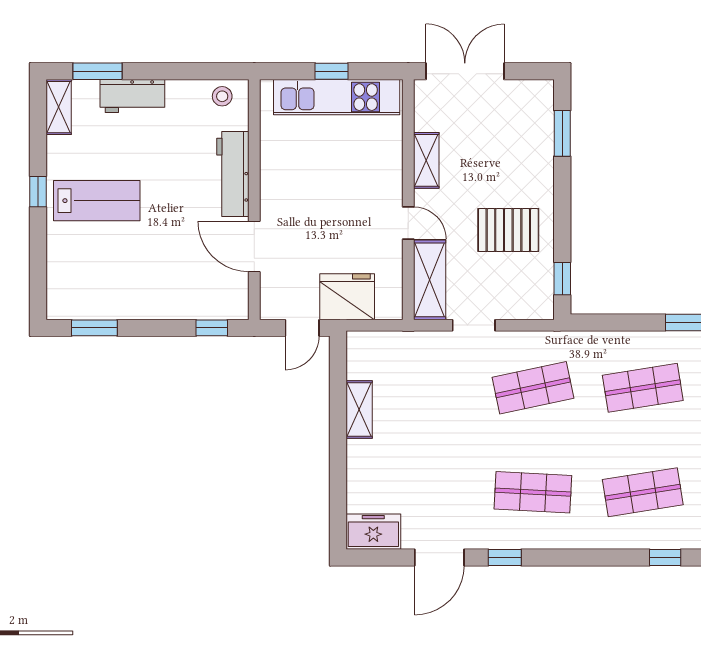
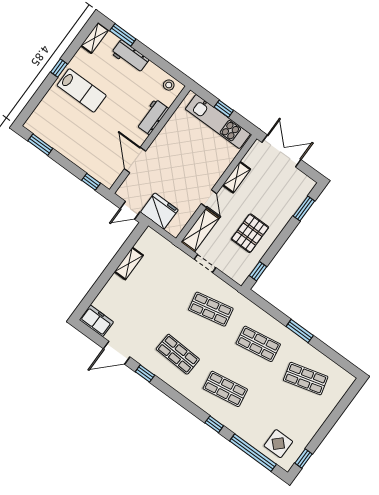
workbench: (233, 174) -> (152, 117), width x0.73
pallet: (508, 230) -> (250, 233), turned 90

